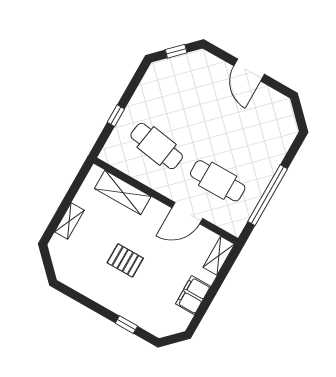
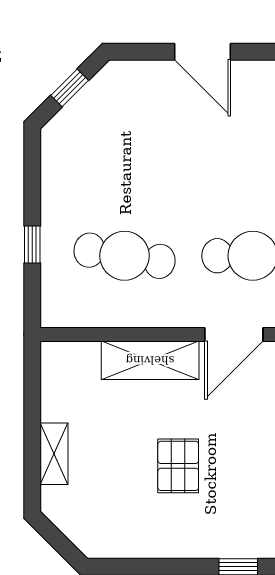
shelving: (123, 193) -> (150, 360), moved
pallet: (125, 260) -> (178, 466), turned 90

